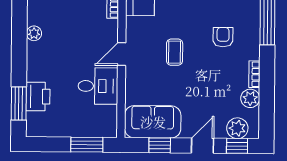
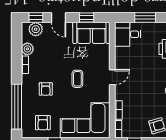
desk: (98, 86) -> (128, 34), moved
window: (87, 145) -> (145, 18), moved
door: (203, 146) -> (58, 18), hinge flipped

